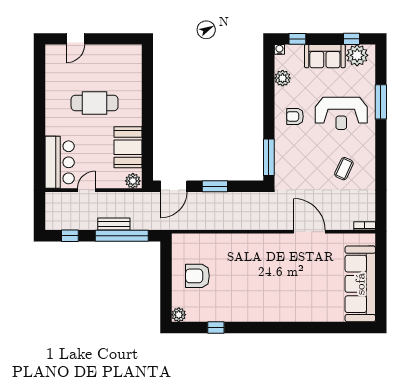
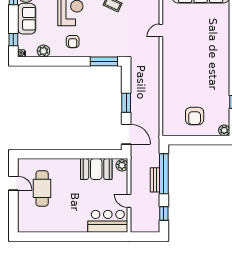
door: (75, 39) -> (13, 183), moved
cafe table: (95, 103) -> (42, 188), moved
door: (309, 232) -> (161, 30), width x0.53

